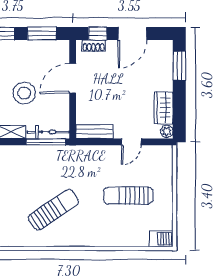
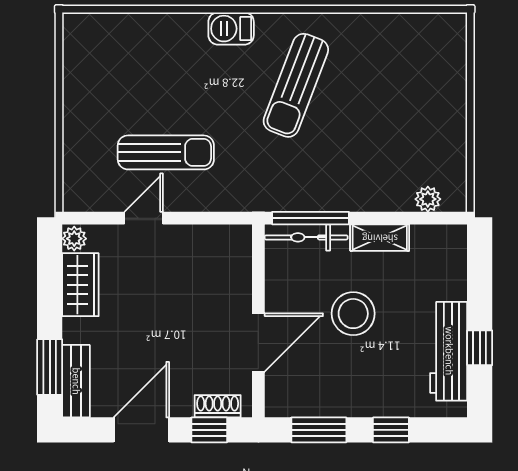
bench: (94, 132) -> (76, 381), moved, turned 90
sun lounger: (128, 196) -> (166, 152), moved
sun lounger: (53, 210) -> (296, 85), turned -35
barbecue: (161, 239) -> (231, 29), moved

